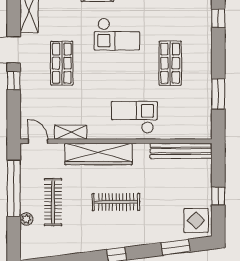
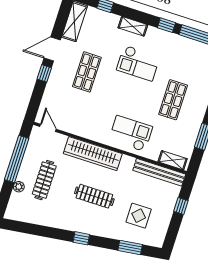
shelving: (71, 132) -> (173, 160), moved
window: (218, 196) -> (181, 206), moved
display table: (196, 220) -> (139, 216), moved

